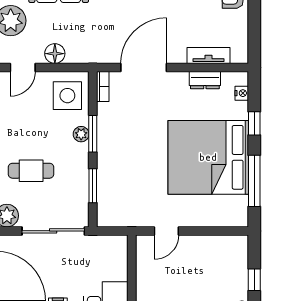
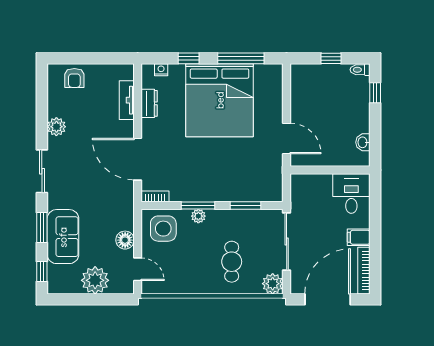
door: (166, 231) -> (287, 138), width x1.38

